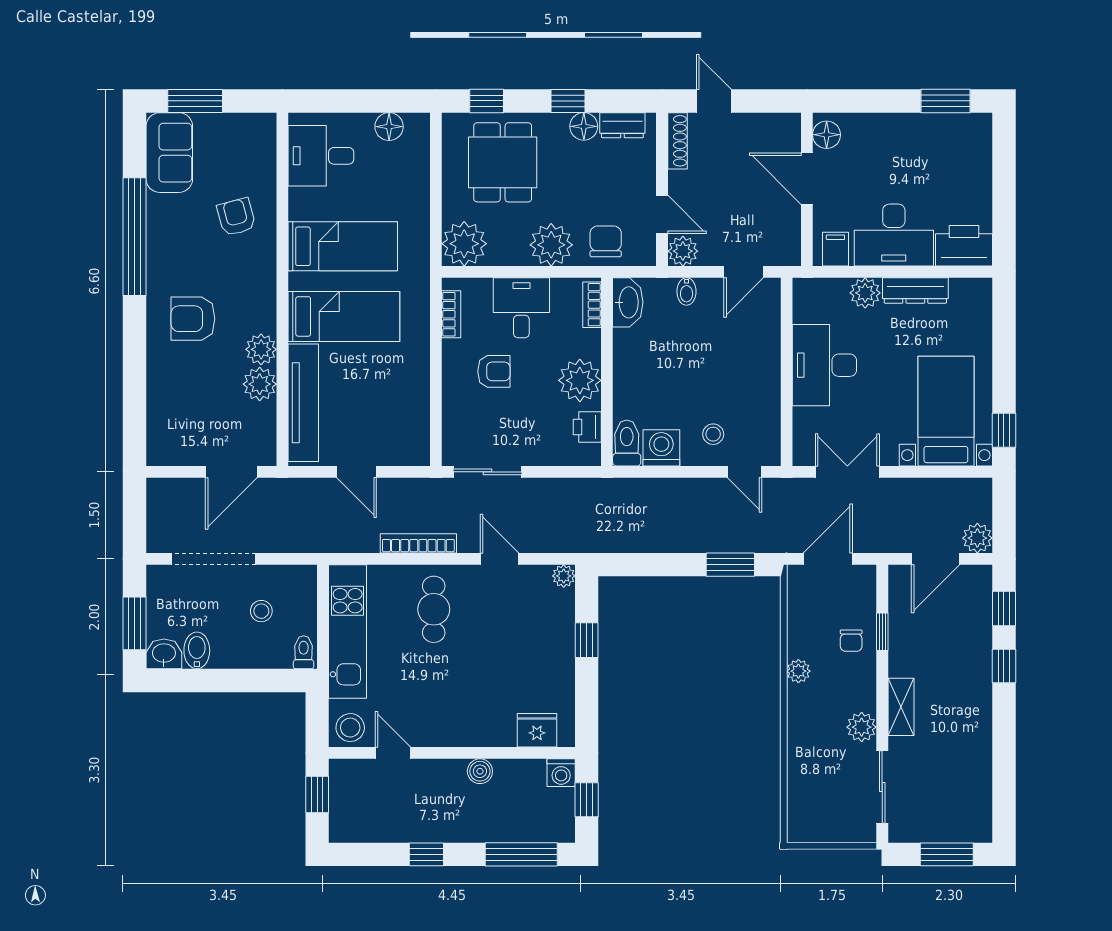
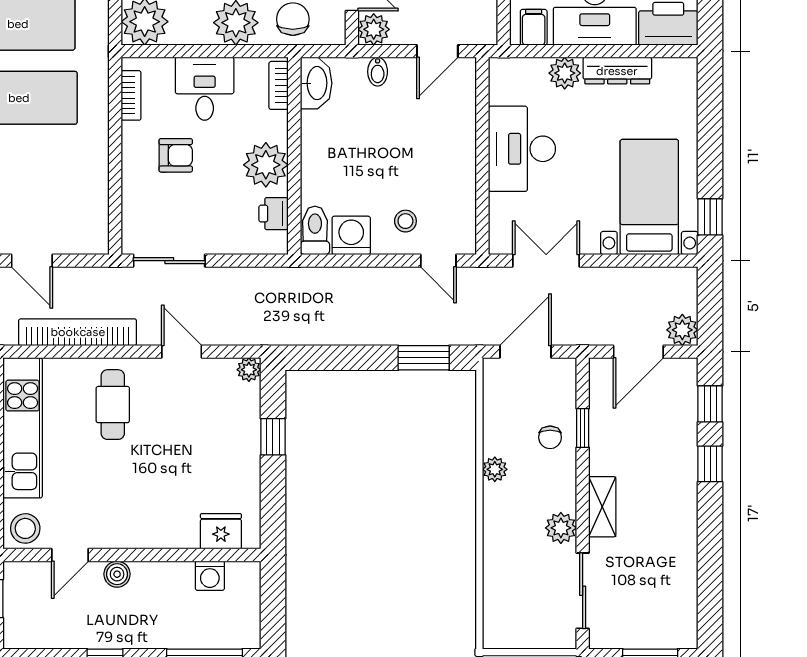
bookcase: (418, 543) -> (78, 332), width x1.48, depth x1.31
door: (393, 753) -> (70, 555), swing flipped
boiler: (480, 771) -> (117, 574), moved
washing machine: (561, 773) -> (210, 576), moved
window: (587, 800) -> (273, 604), removed

